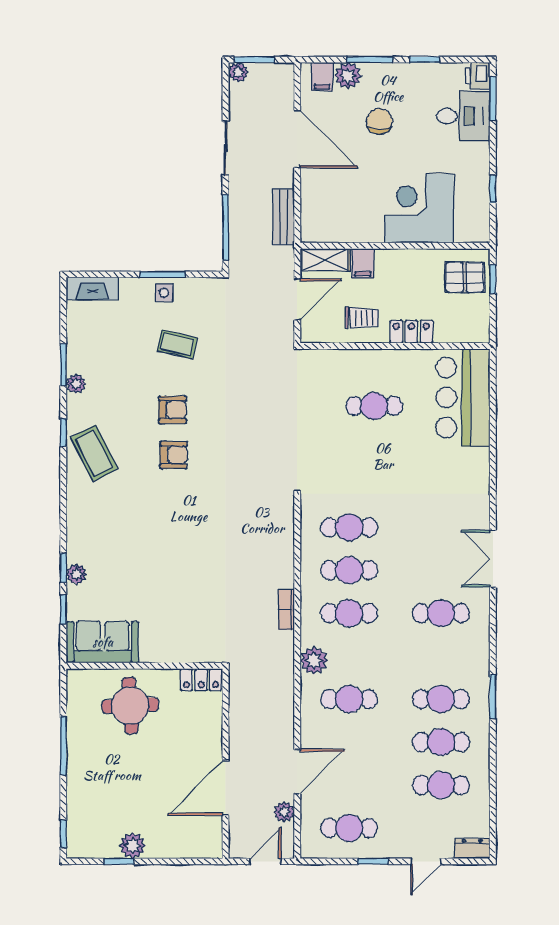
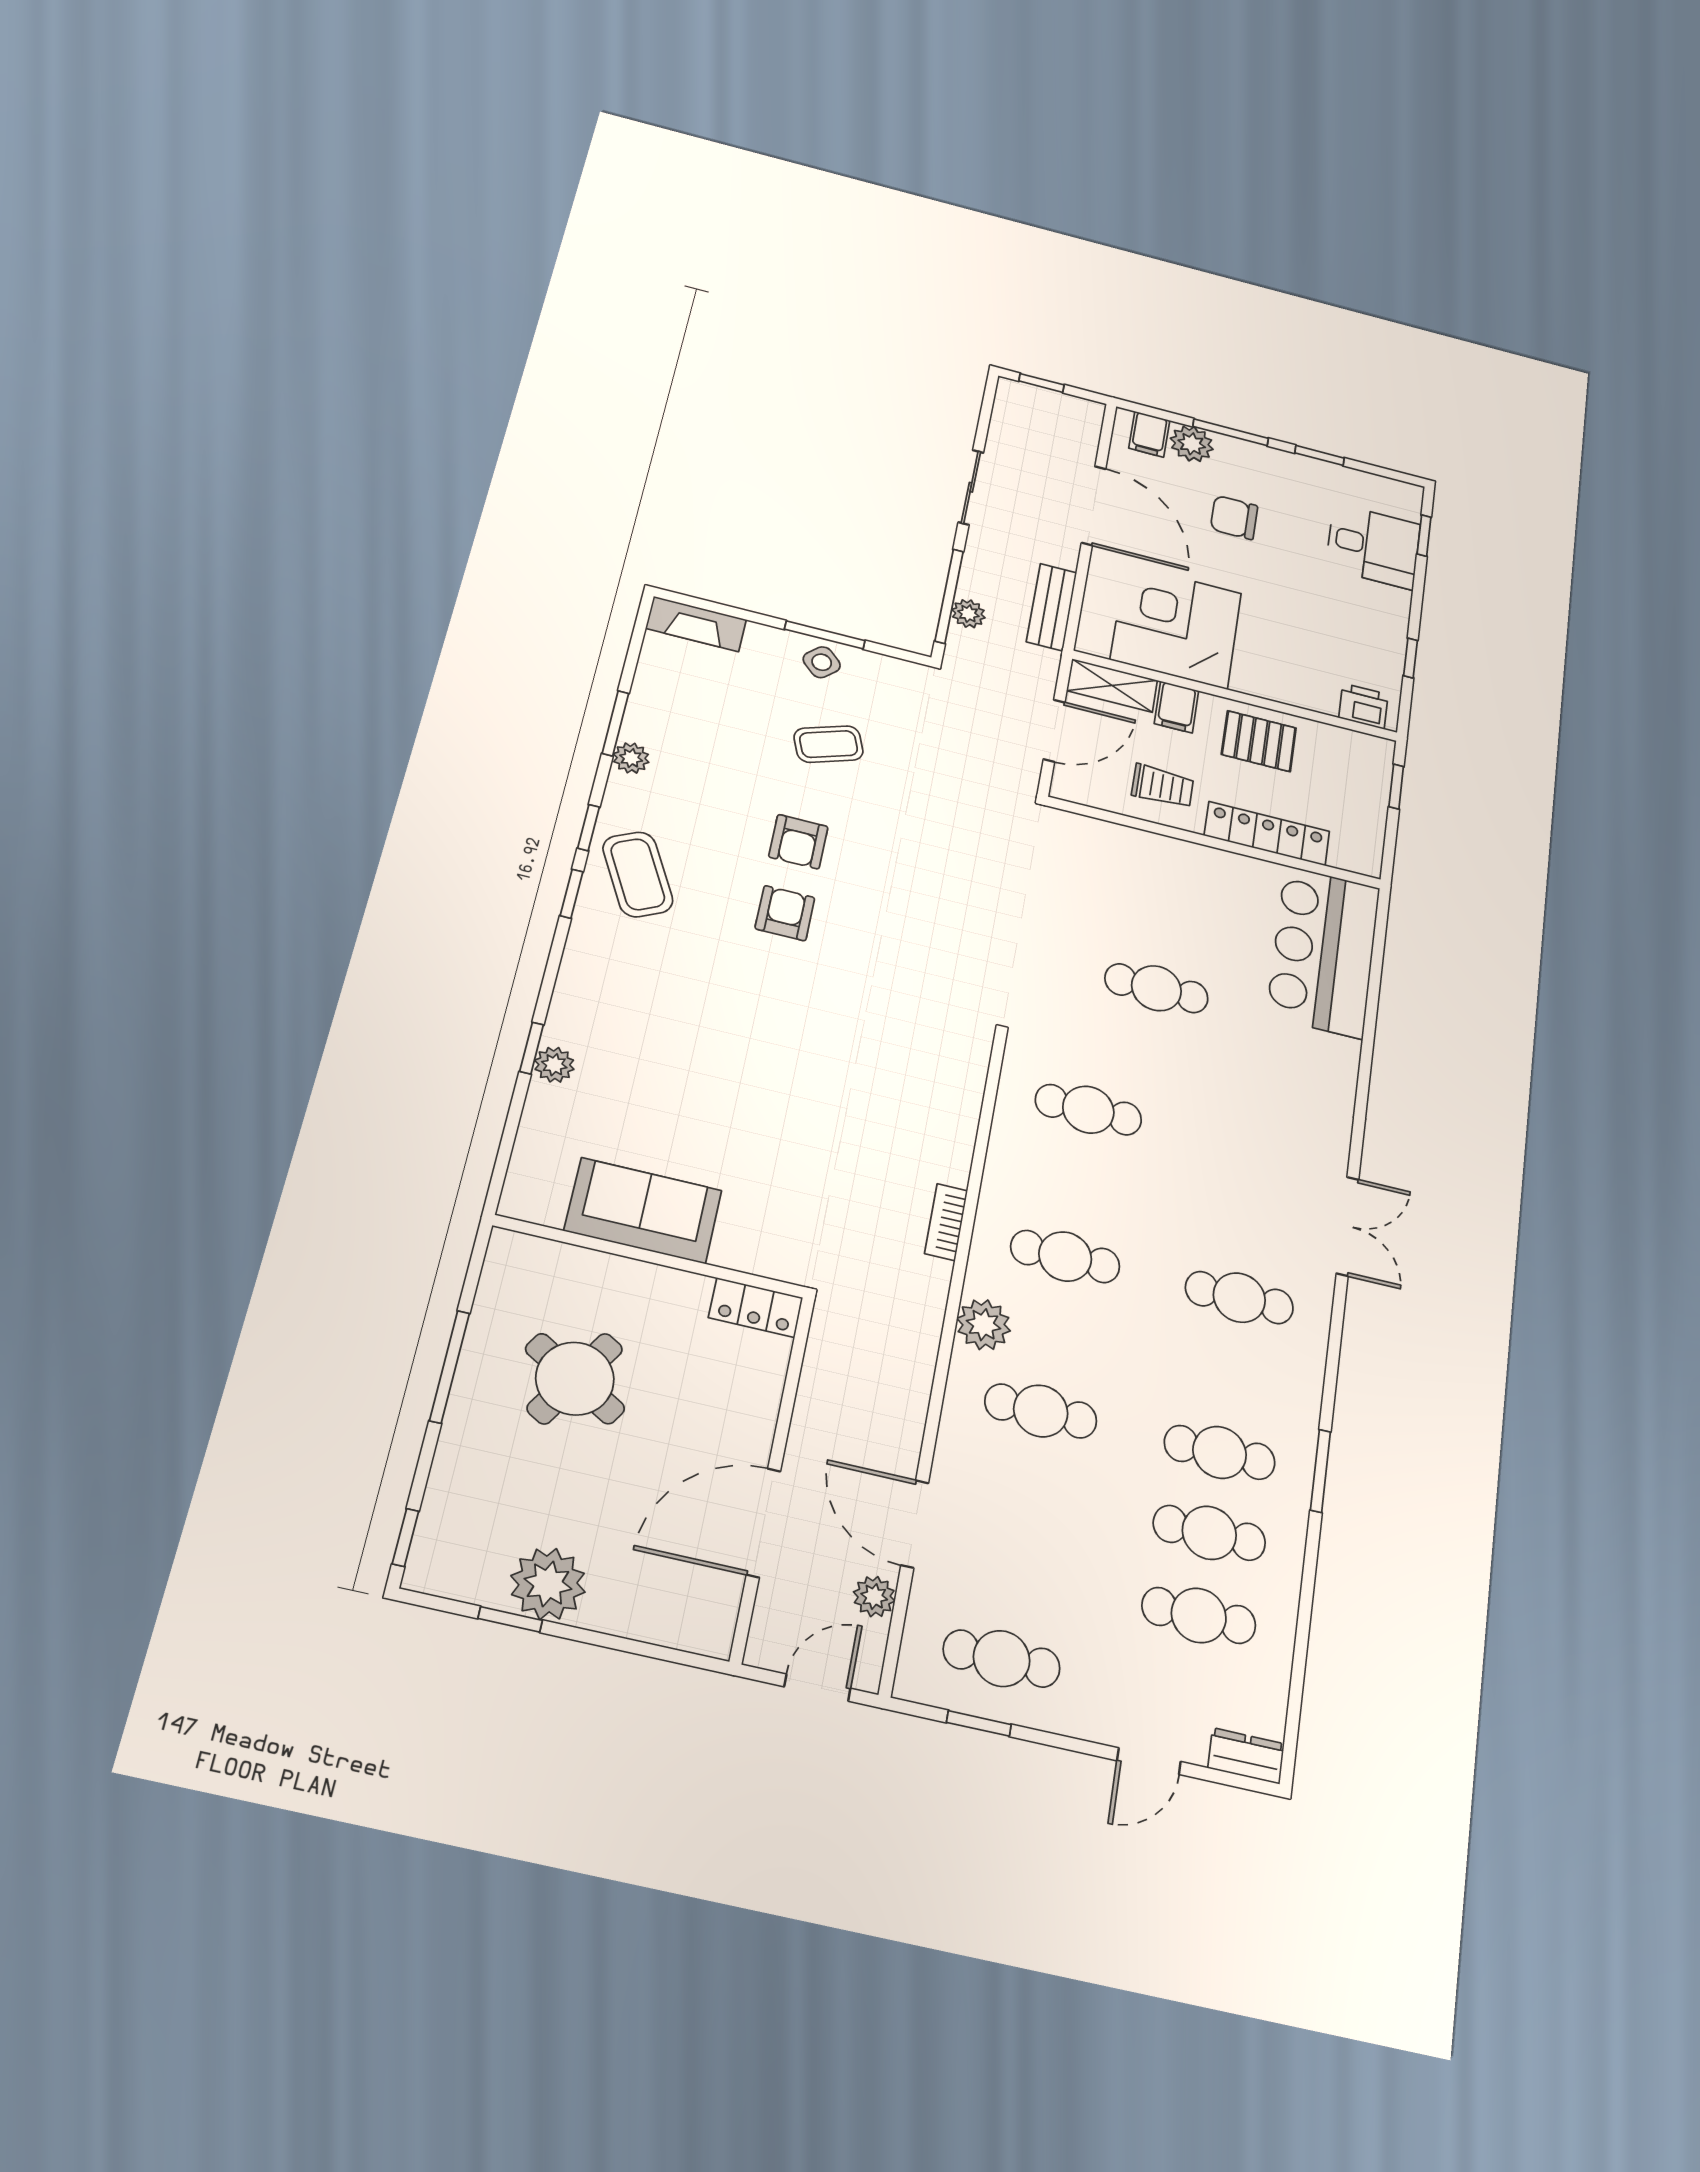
window: (254, 60) -> (1041, 383), width x0.67
plant: (238, 72) -> (968, 614), moved
printer: (478, 76) -> (1363, 706), moved, turned 90
window: (493, 99) -> (1424, 536), width x0.67
chair: (379, 121) -> (1234, 517), turned -90
corner desk: (419, 209) -> (1176, 626), moved
pallet: (465, 277) -> (1259, 741), moved
side table: (164, 293) -> (822, 662), turned 45
locker: (411, 332) -> (1267, 834), width x1.53
coffee table: (177, 344) -> (829, 744), turned -33
cafe table: (374, 406) -> (1156, 988), moved
armchair: (172, 410) -> (798, 842), turned 90
armchair: (174, 455) -> (785, 913), turned -90
double door: (493, 559) -> (1348, 1226), swing flipped
cafe table: (349, 570) -> (1077, 1182), removed
window: (63, 609) -> (571, 894), moved
sofa: (103, 642) -> (643, 1211), moved
round table: (130, 705) -> (575, 1379), moved, turned 34
door: (297, 772) -> (915, 1524), swing flipped
plant: (133, 846) -> (548, 1584), width x1.36, depth x1.36
window: (373, 861) -> (979, 1723), moved

